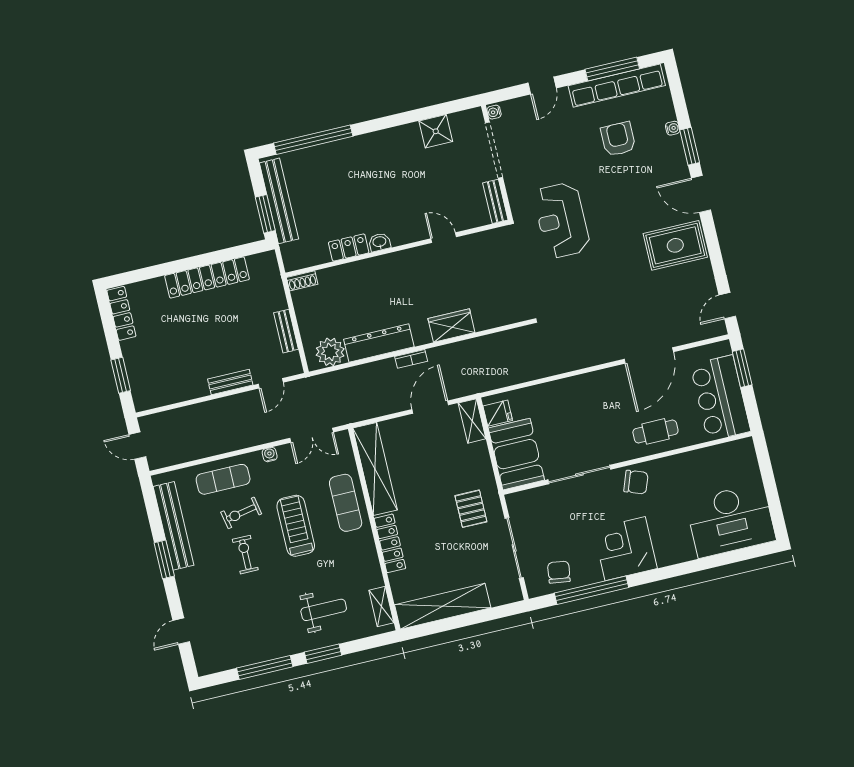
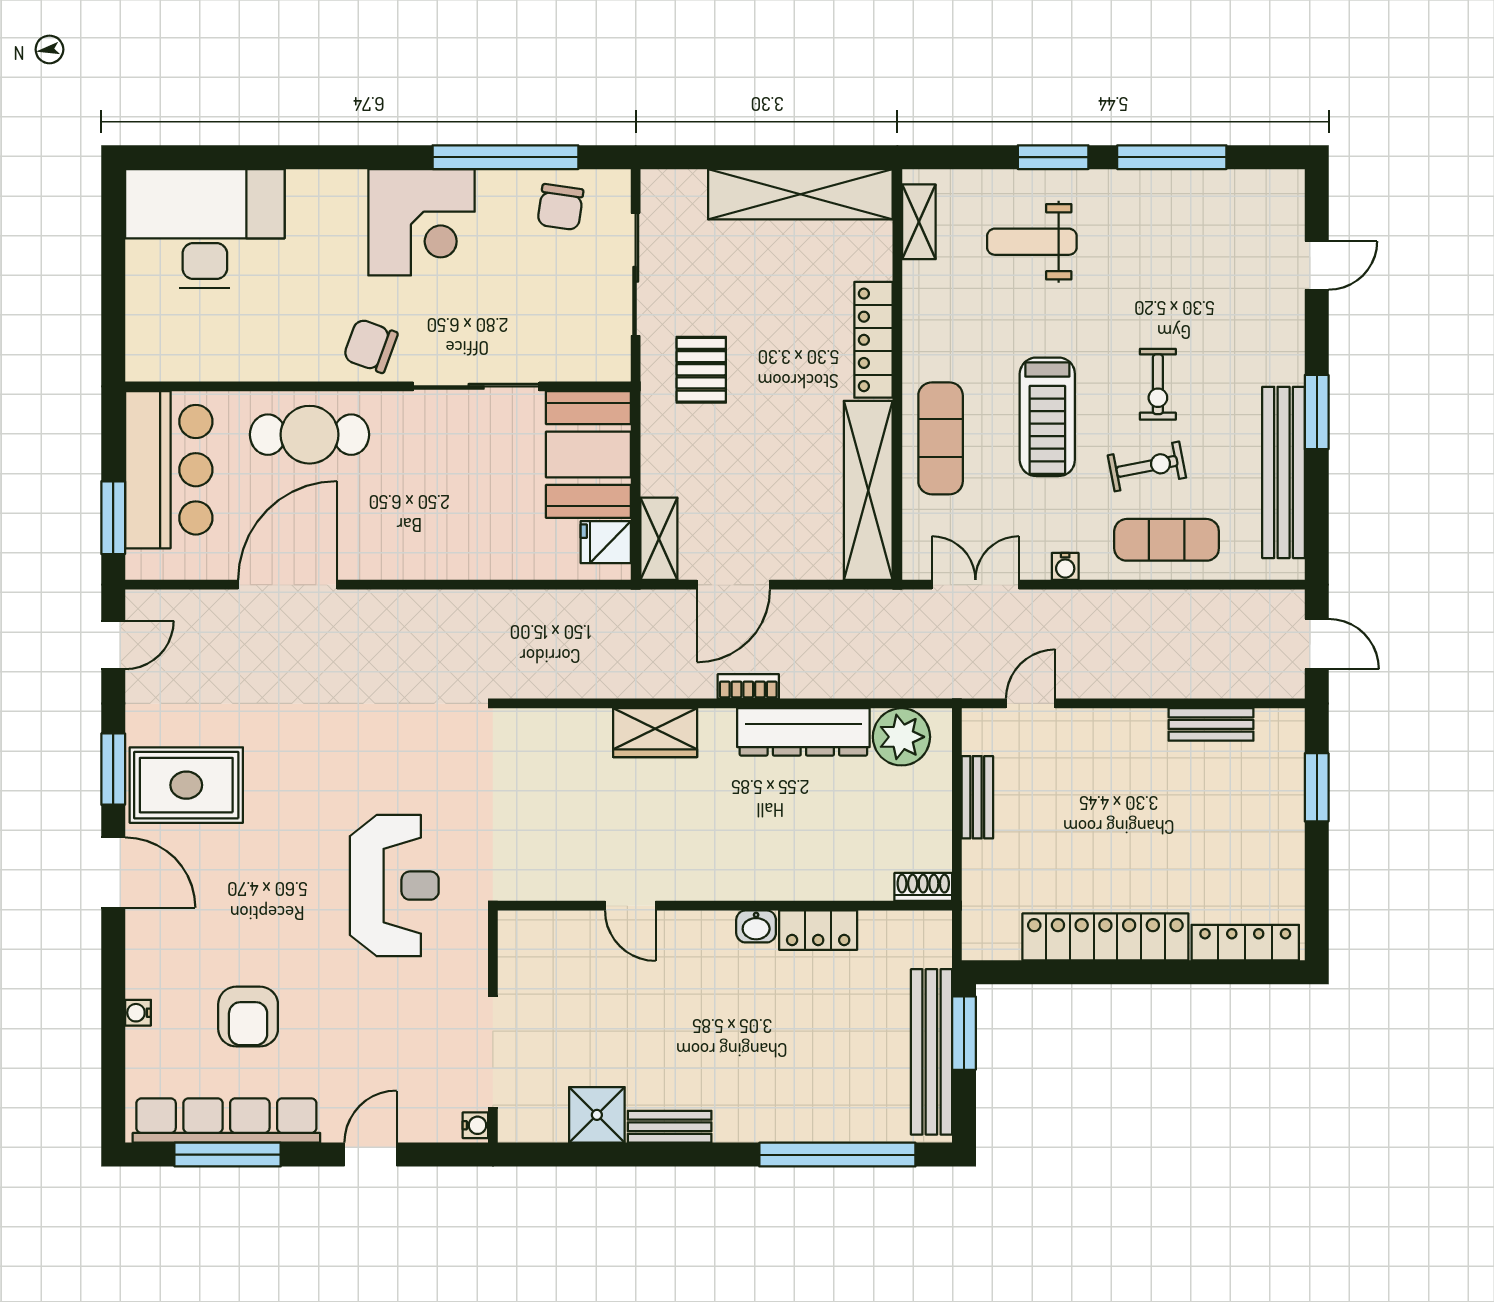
window: (690, 146) -> (113, 769), moved
bench: (495, 201) -> (670, 1127), moved, turned 90
locker: (121, 313) -> (1245, 943), moved, turned 90
bench: (230, 382) -> (1211, 724), moved
cafe table: (655, 431) -> (310, 435), width x1.37, depth x1.35

